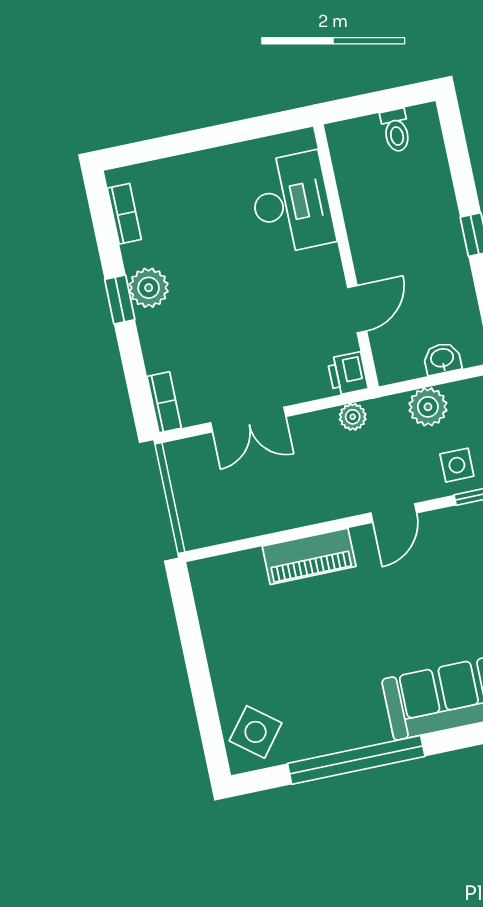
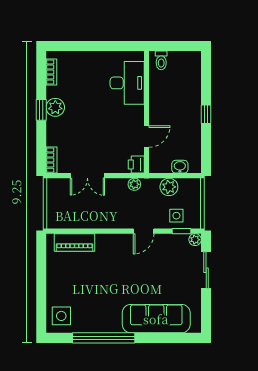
toilet: (396, 130) -> (161, 60), moved
piano: (309, 556) -> (74, 242), moved
side table: (256, 732) -> (61, 316), turned -38

